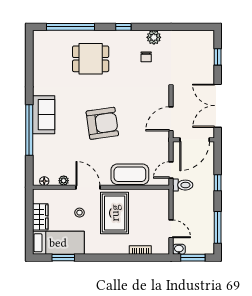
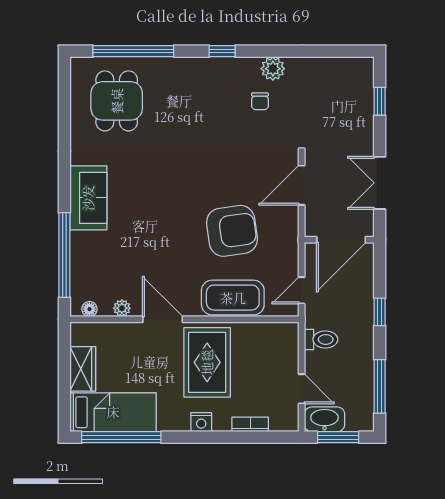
dining table: (91, 59) -> (117, 101), moved, turned 90
double door: (218, 106) -> (380, 183), width x0.73
door: (171, 119) -> (302, 185), moved
armchair: (102, 123) -> (232, 231), moved
window: (29, 130) -> (64, 255), moved
toilet: (183, 185) -> (321, 339), moved
stool: (79, 213) -> (148, 362), removed
nightstand: (111, 249) -> (201, 422), added
washbasin: (179, 249) -> (324, 419), width x1.91, depth x1.45
window: (63, 258) -> (121, 437), width x2.11

